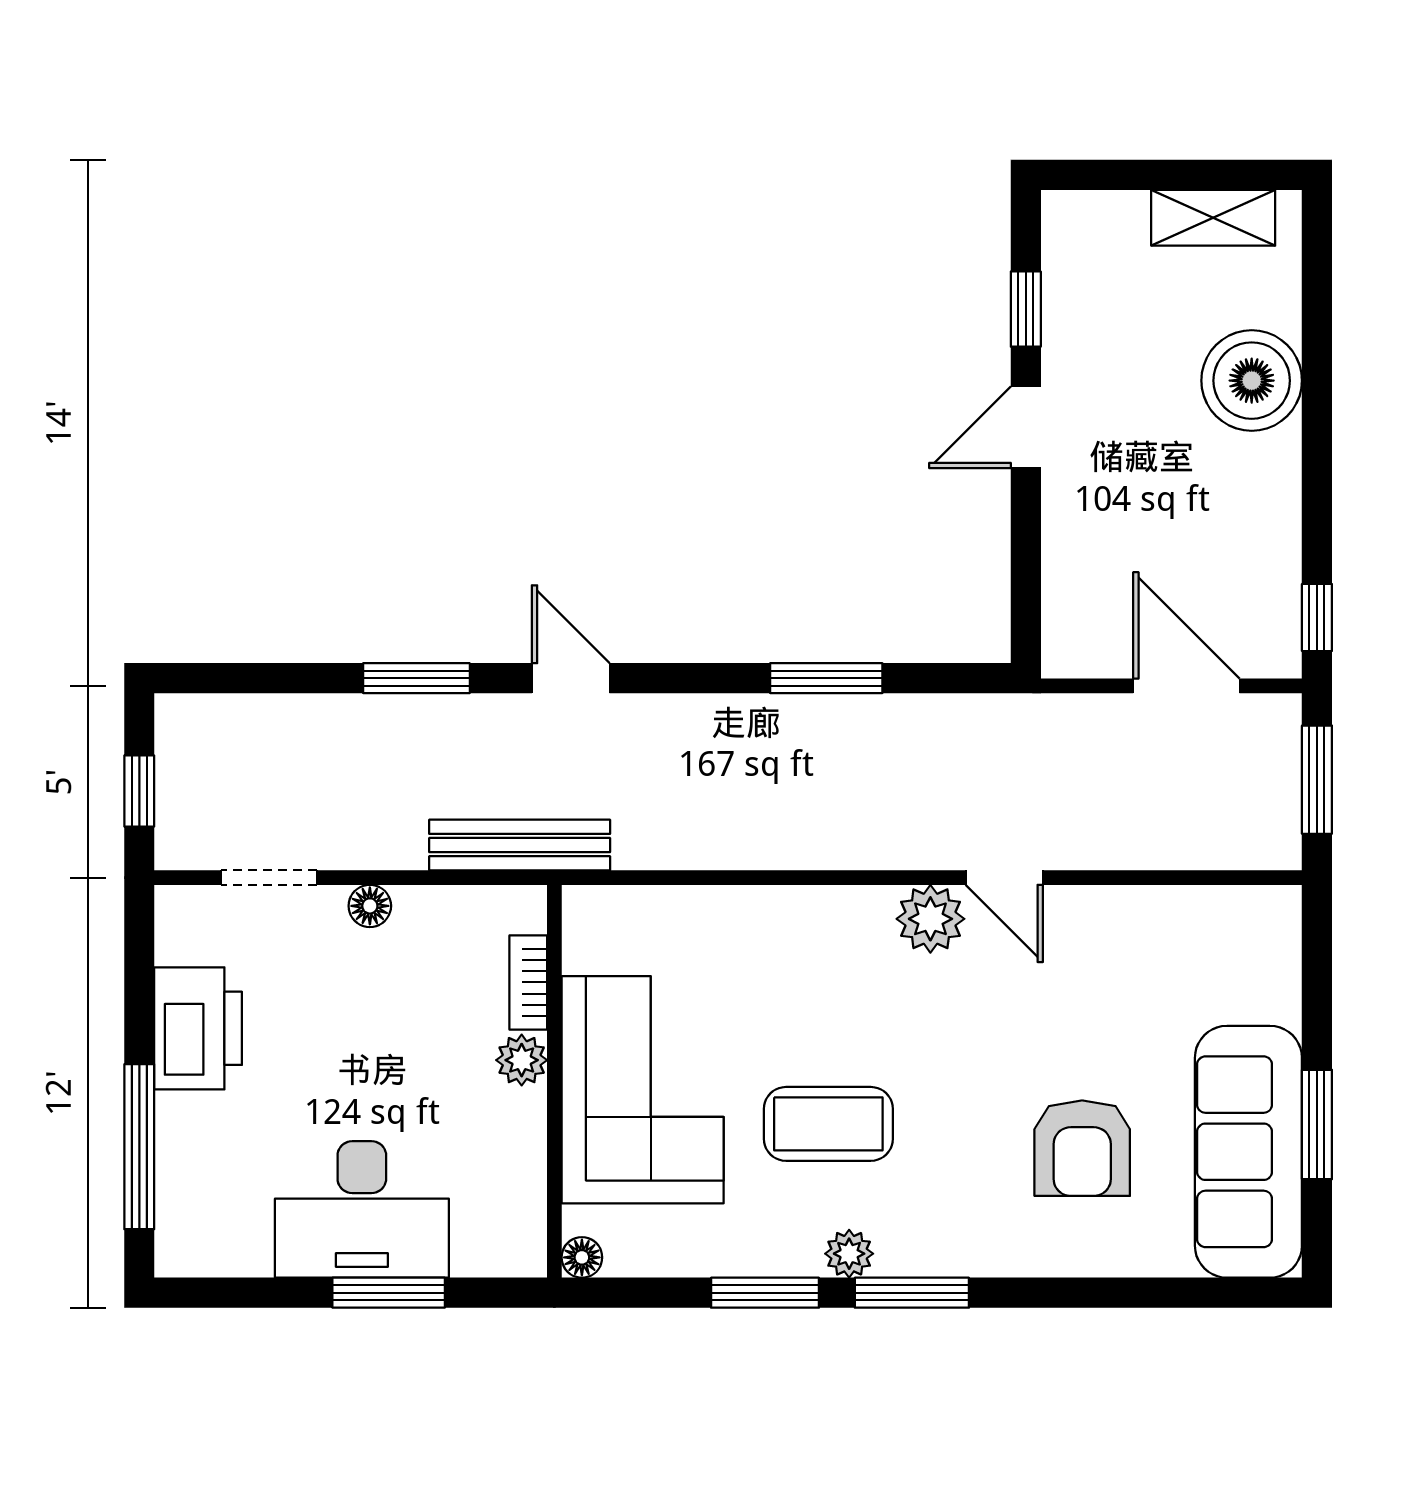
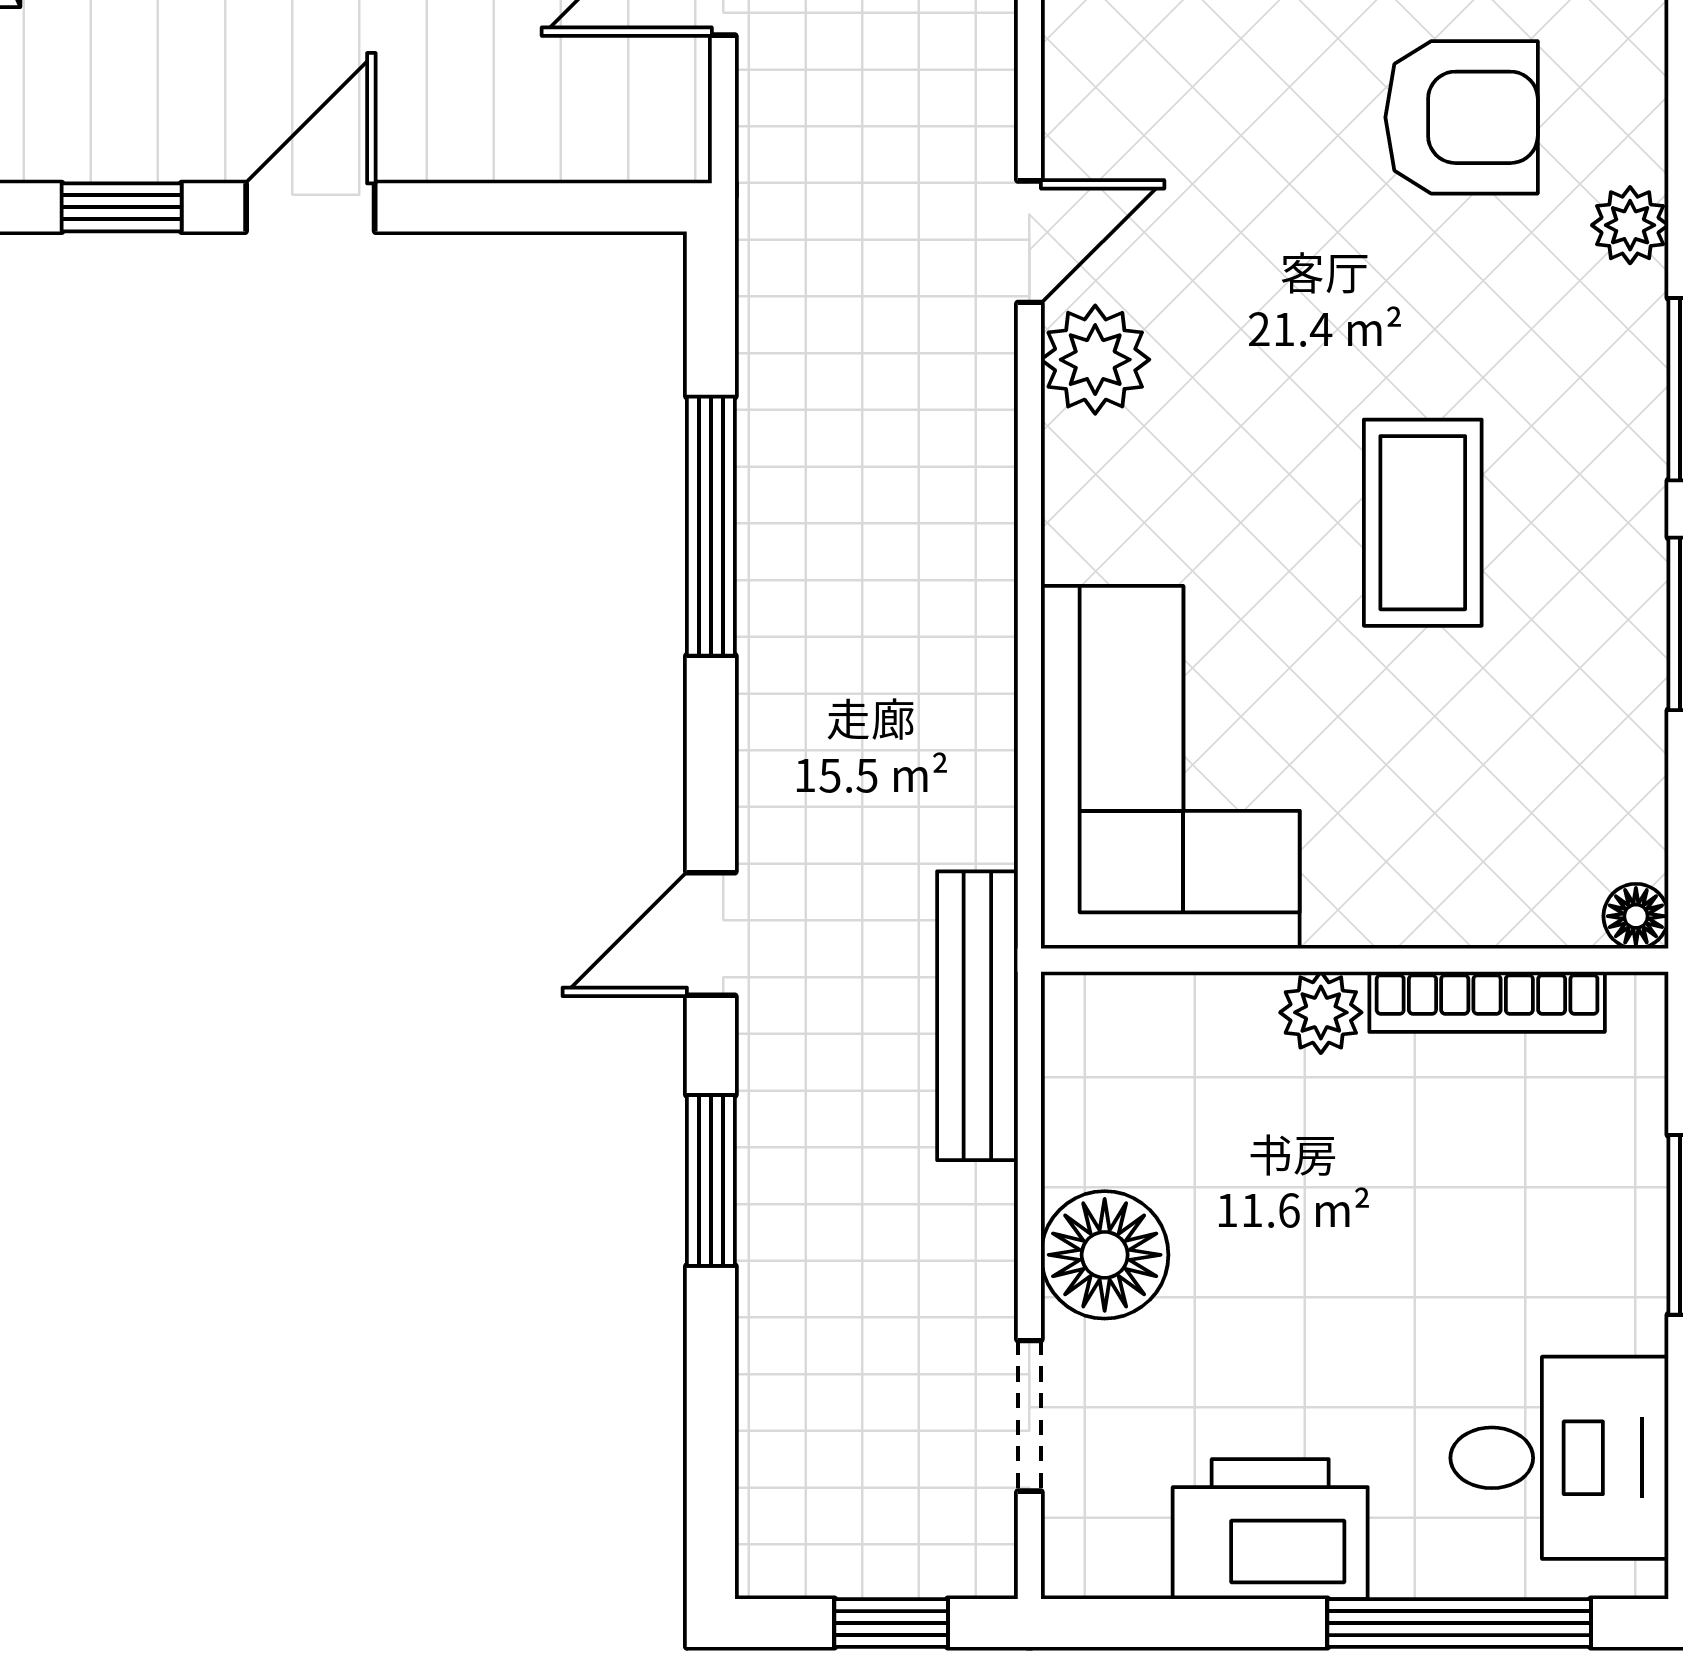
door: (1026, 427) -> (310, 207), swing flipped
window: (826, 678) -> (711, 526), width x1.44
floor lamp: (370, 906) -> (1105, 1255), width x1.89, depth x1.89
bookcase: (528, 982) -> (1487, 1002), moved, width x1.56
corner sofa: (643, 1090) -> (1170, 767), moved, turned 90
desk: (362, 1209) -> (1559, 1458), moved, width x0.73
plant: (849, 1254) -> (1630, 225), moved

